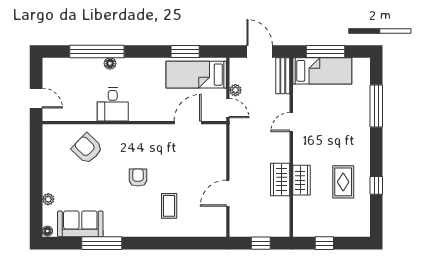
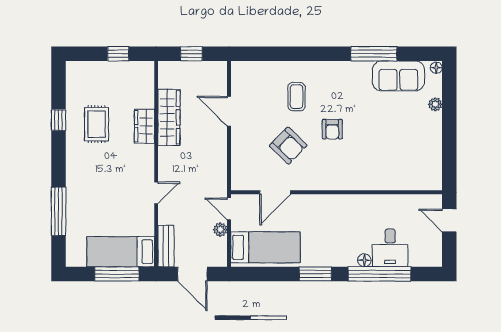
window: (185, 51) -> (315, 274), moved
desk: (113, 104) -> (390, 248), moved, turned 180
armchair: (87, 149) -> (288, 145), moved
wardrobe: (280, 180) -> (169, 117), width x1.50
door: (228, 193) -> (229, 111), swing flipped

